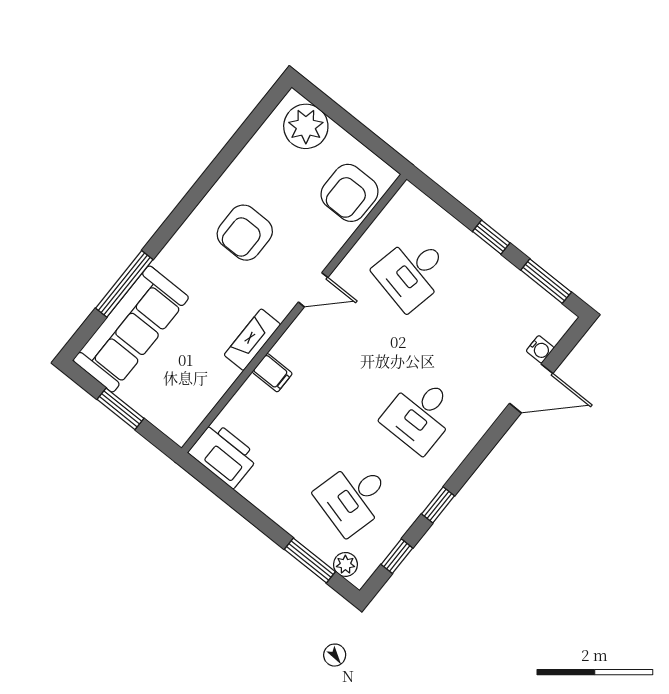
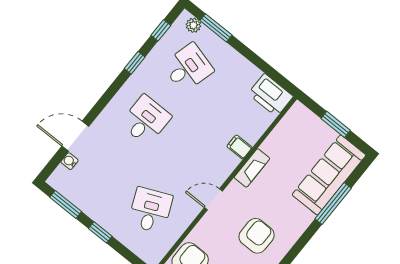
desk: (412, 272) -> (150, 210), turned -36

